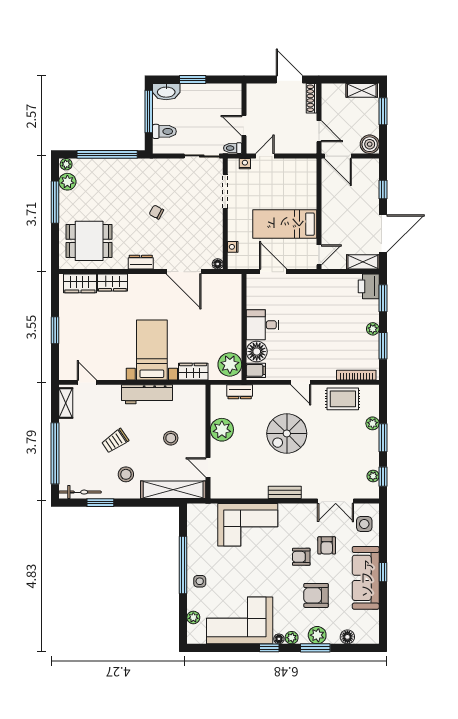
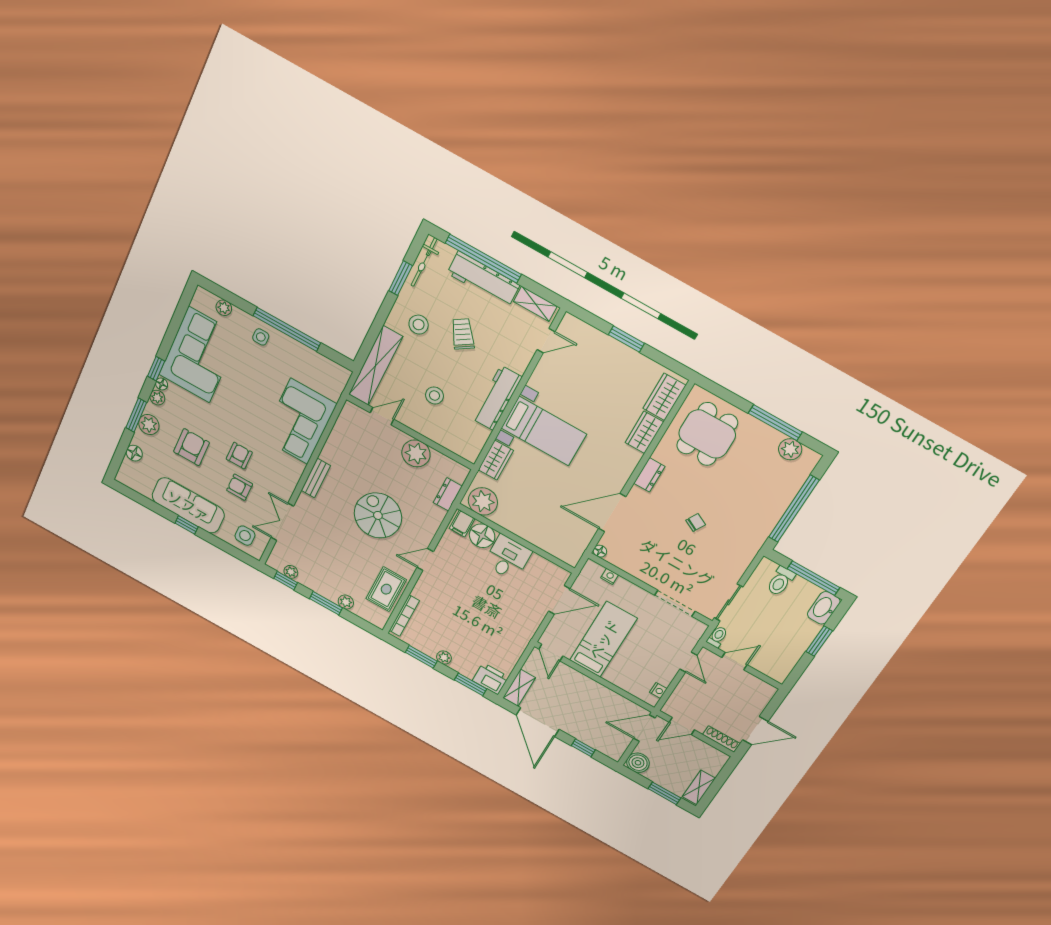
plant: (66, 164) -> (811, 459), removed
nightstand: (245, 164) -> (658, 691), moved
workbench: (69, 446) -> (483, 279), added

